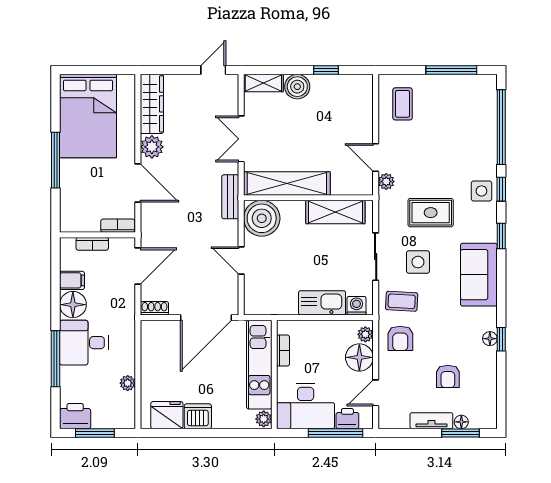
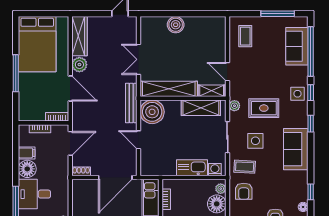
window: (326, 70) -> (195, 14), removed
shelving: (263, 83) -> (212, 91), moved
sofa: (481, 119) -> (297, 46), added
plant: (386, 182) -> (234, 106), moved
bench: (230, 197) -> (131, 103), width x1.36
floor lamp: (490, 339) -> (303, 207), moved

